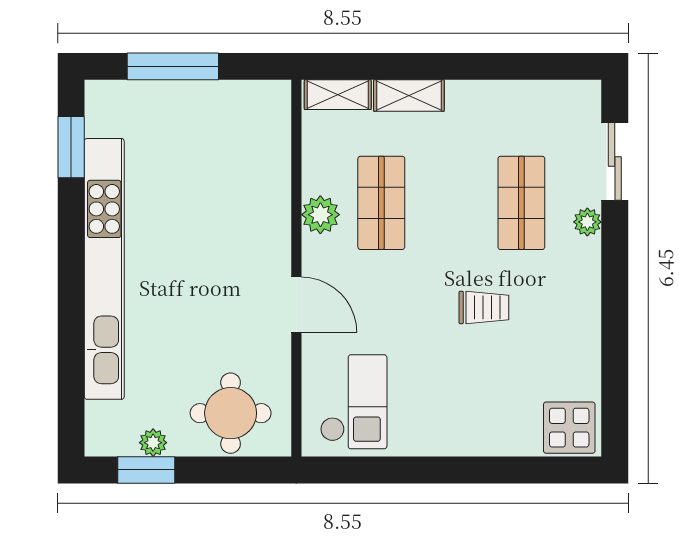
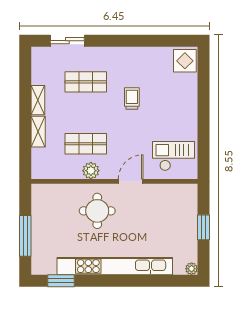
shelving: (338, 95) -> (38, 100), moved
plant: (587, 222) -> (94, 53), removed
round table: (231, 413) -> (97, 211), moved
plant: (153, 443) -> (192, 269), moved
window: (146, 470) -> (204, 227), moved

